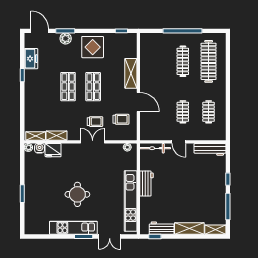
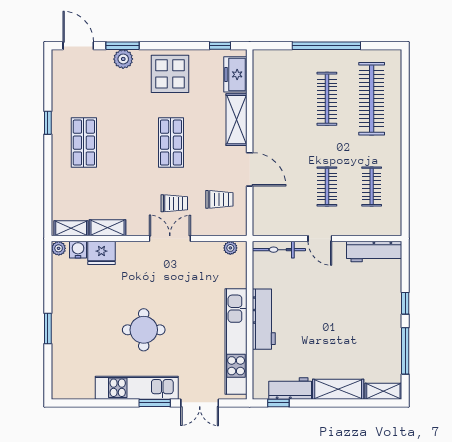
freezer: (31, 59) -> (235, 74), moved, turned 180
shop shelf: (68, 87) -> (84, 143), moved
workbench: (146, 183) -> (264, 319), width x1.38

